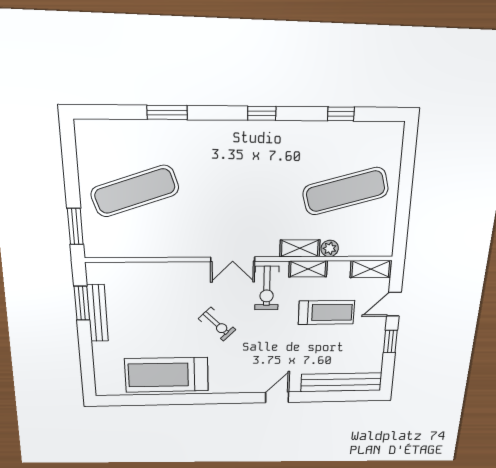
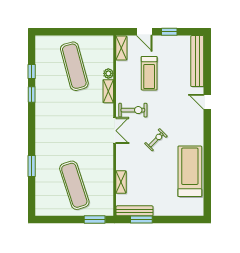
window: (262, 113) -> (32, 94), moved
shelving: (308, 269) -> (121, 182), moved
treadmill: (326, 312) -> (149, 73), turned 180
bench: (97, 313) -> (135, 211), moved
treadmill: (167, 375) -> (190, 171), turned 180

